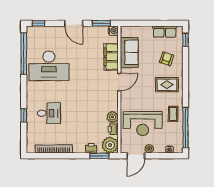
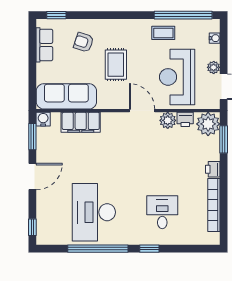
sofa: (129, 52) -> (66, 96), width x1.36
window: (24, 54) -> (98, 249), moved
desk: (49, 66) -> (94, 212), turned 180
door: (119, 82) -> (142, 111), moved
rug: (167, 85) -> (116, 65), moved
window: (24, 115) -> (149, 249), moved
reception desk: (143, 124) -> (177, 77), turned 180
printer: (91, 148) -> (213, 169), moved

